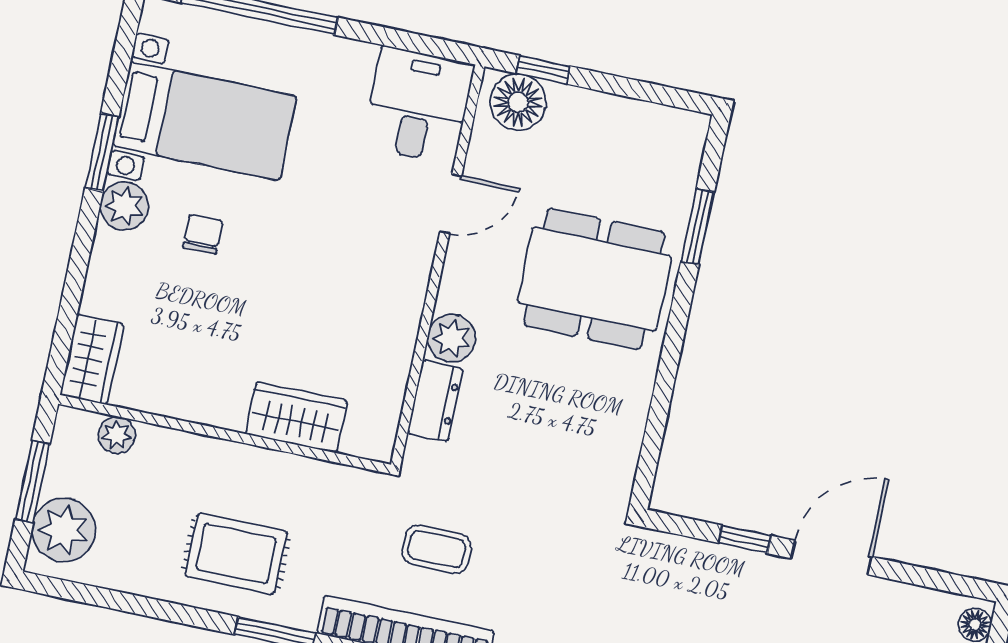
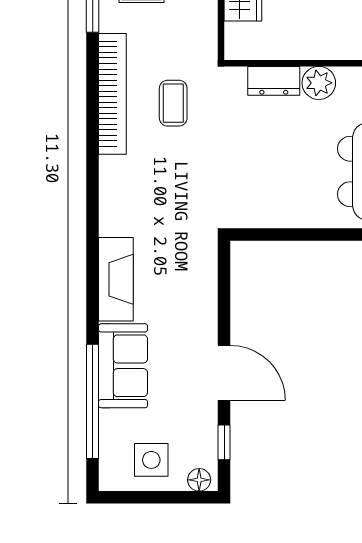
window: (745, 539) -> (224, 442), moved

